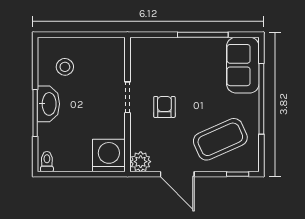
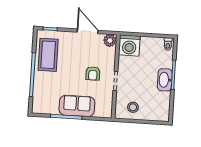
sofa: (243, 65) -> (77, 106), moved, turned -90
stool: (65, 67) -> (133, 107), moved
coffee table: (220, 139) -> (48, 55), moved, turned -66

